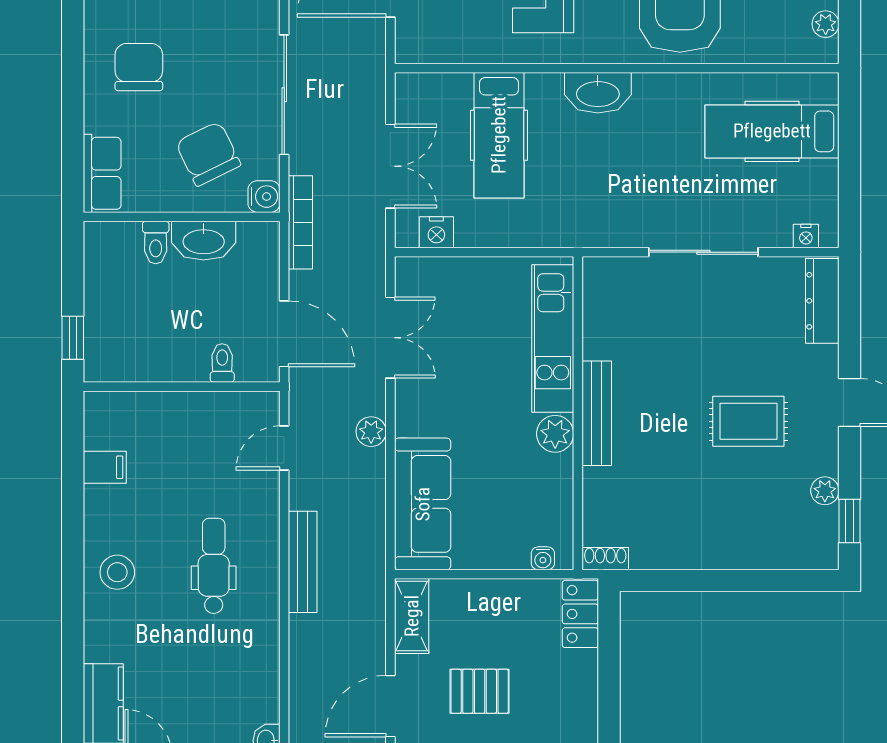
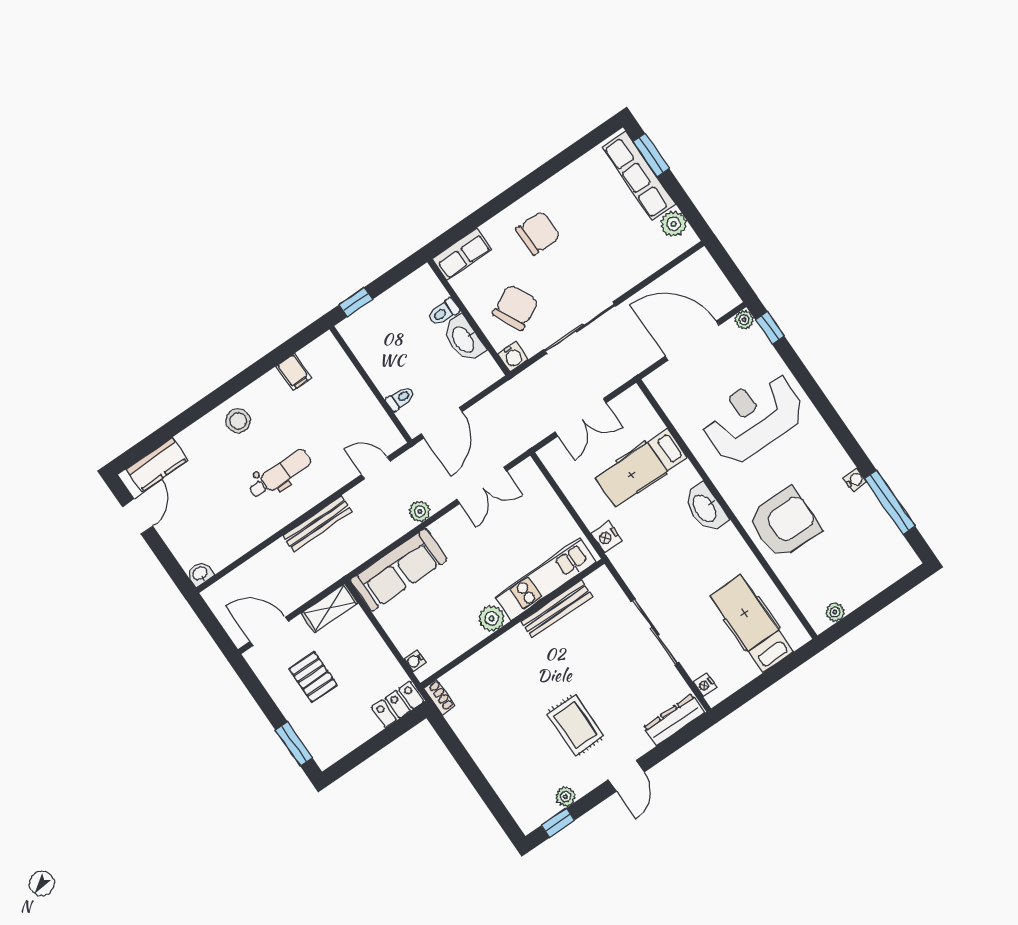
bookcase: (300, 222) -> (512, 388), removed
nightstand: (436, 232) -> (607, 537), moved
bench: (597, 413) -> (557, 609), moved

